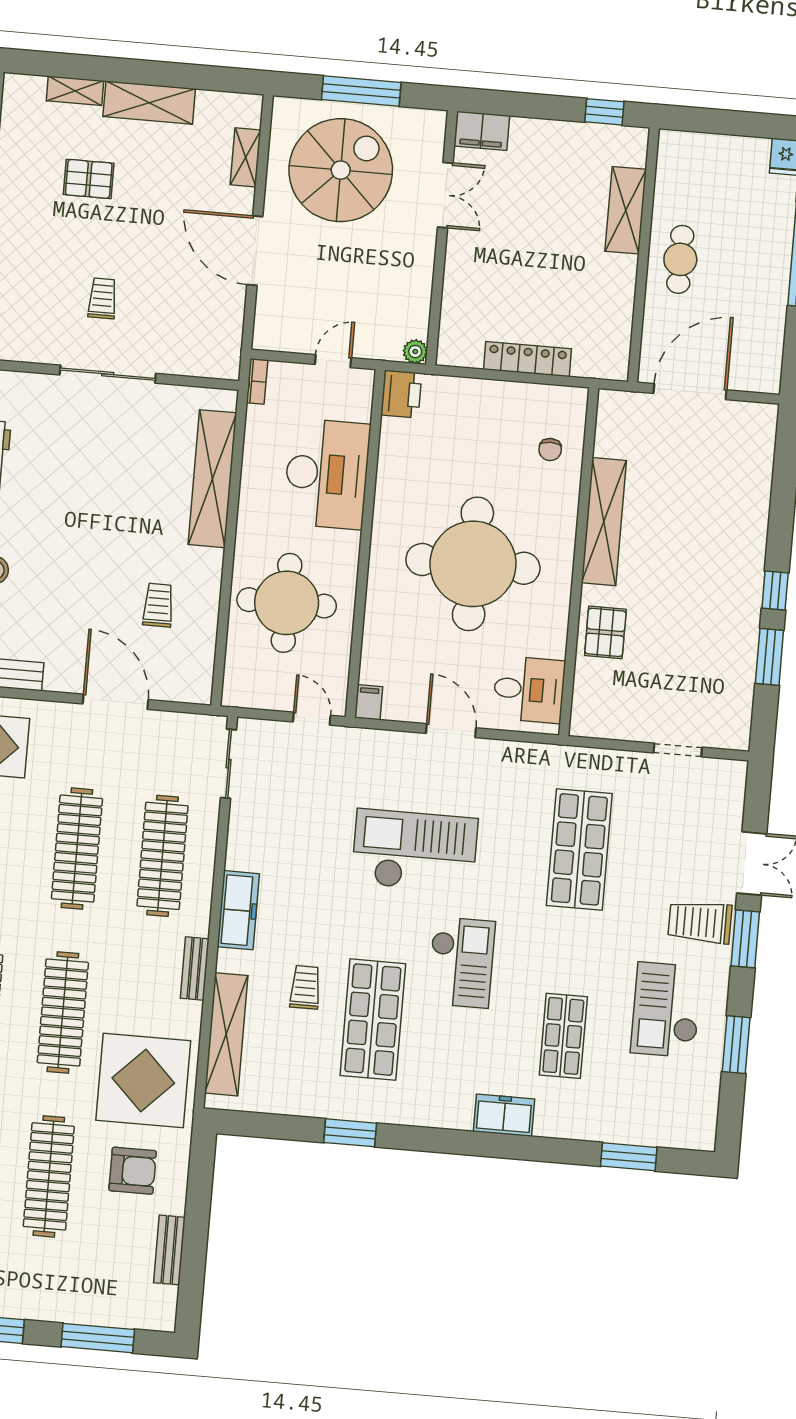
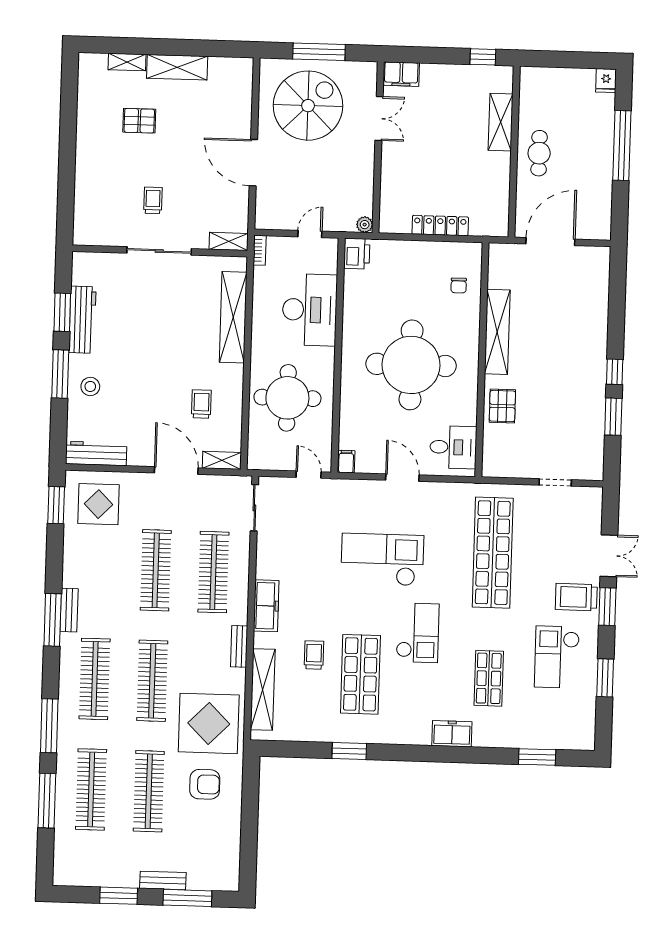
shelving: (245, 157) -> (229, 241), moved, turned 90
shelving: (184, 690) -> (222, 460), added
shop shelf: (579, 849) -> (493, 553), width x1.40
bench: (169, 1250) -> (163, 880), moved, turned 90

